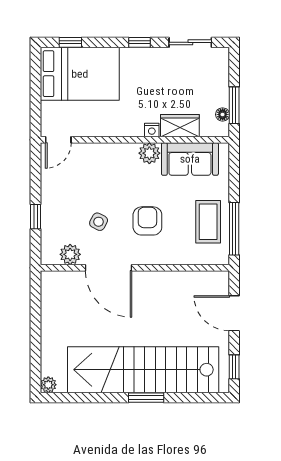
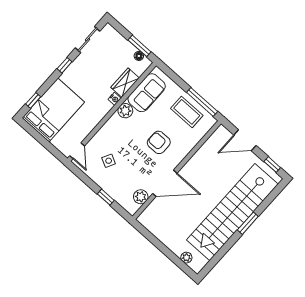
side table: (99, 222) -> (109, 161), moved
plant: (48, 385) -> (186, 258), moved

